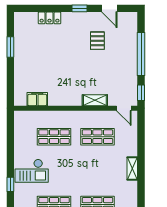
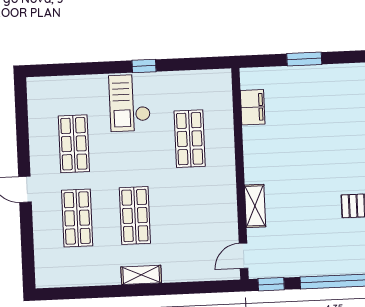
window: (10, 47) -> (304, 59), moved
shop shelf: (97, 137) -> (135, 215), moved
window: (10, 184) -> (144, 66), moved

